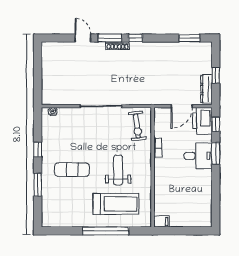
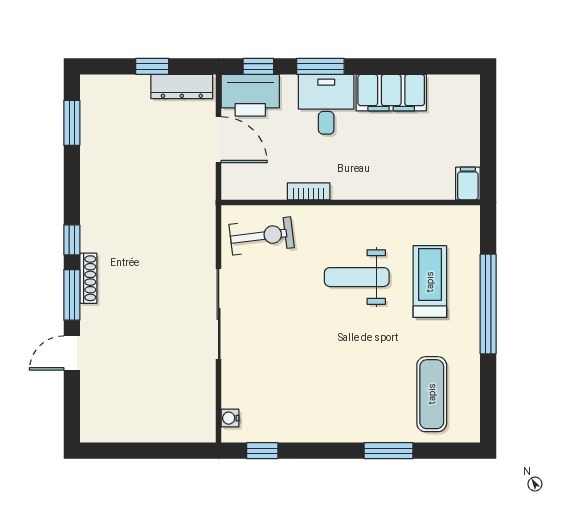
window: (38, 149) -> (262, 451), moved
exercise mat: (72, 170) -> (432, 394), moved
filing cabinet: (204, 186) -> (391, 93), added
treadmill: (116, 204) -> (430, 282), width x0.73, depth x0.73

